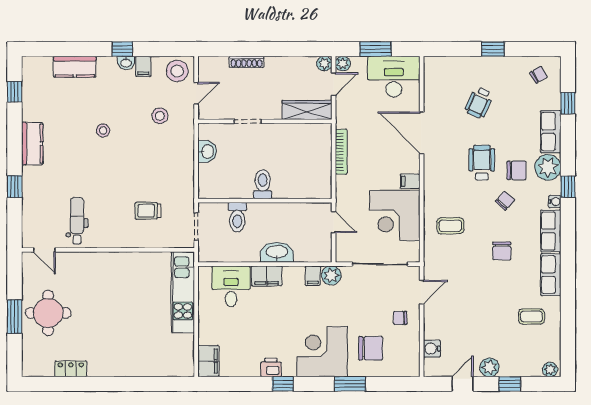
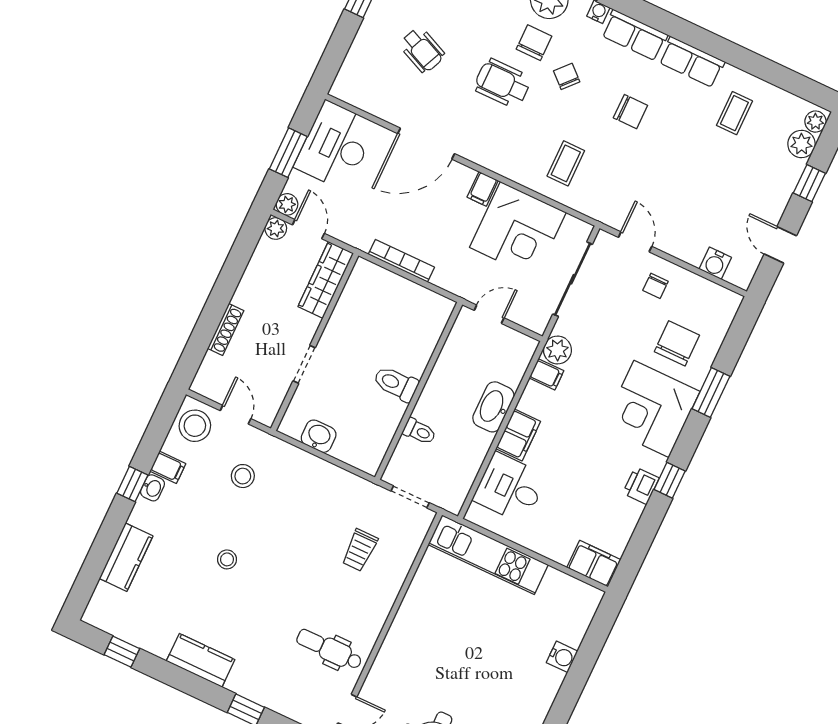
toilet: (237, 217) -> (419, 431), width x0.73, depth x0.72
plant: (489, 367) -> (801, 144), moved
water cooler: (141, 369) -> (562, 657), added

